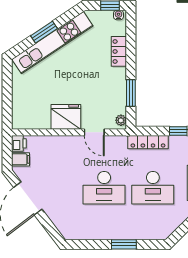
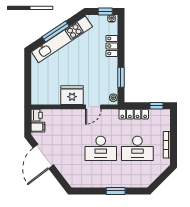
window: (44, 32) -> (56, 31), width x1.44
door: (94, 132) -> (93, 107), hinge flipped

